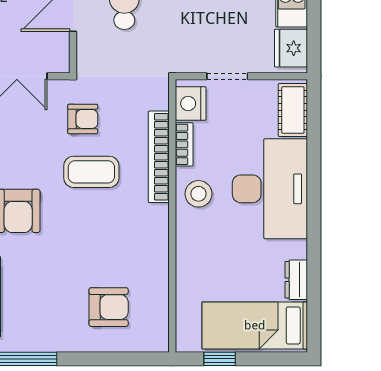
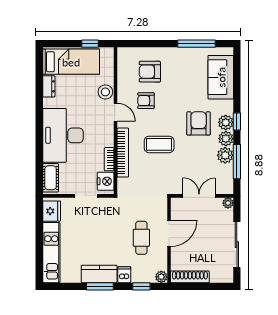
armchair: (83, 119) -> (146, 101), moved
stool: (198, 194) -> (105, 92), moved
door: (172, 232) -> (116, 112), added

